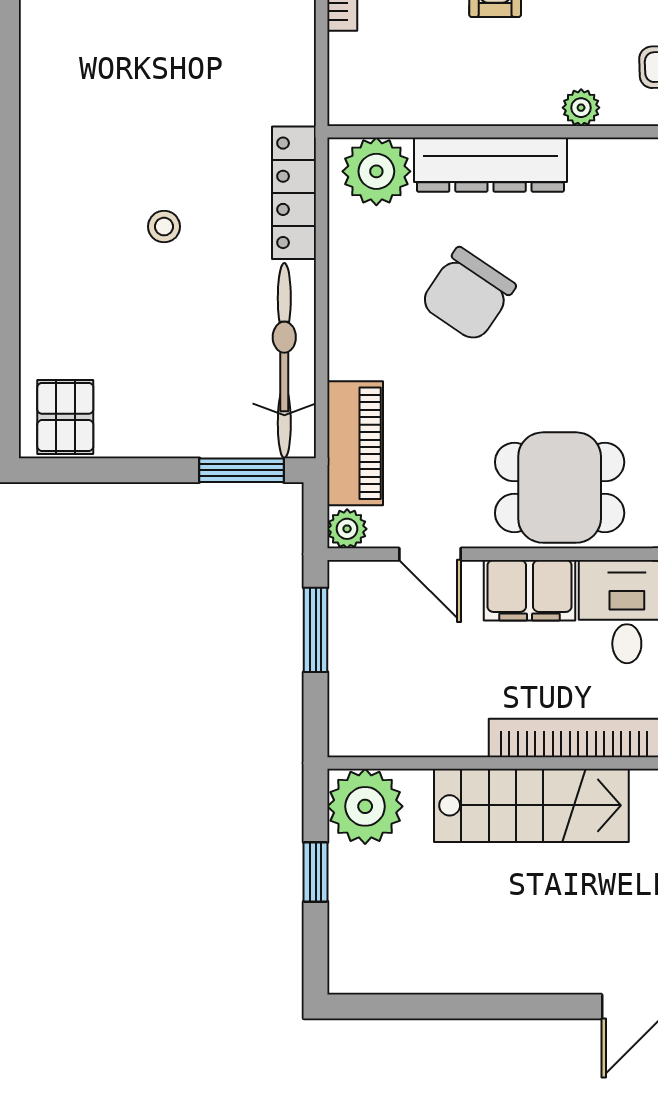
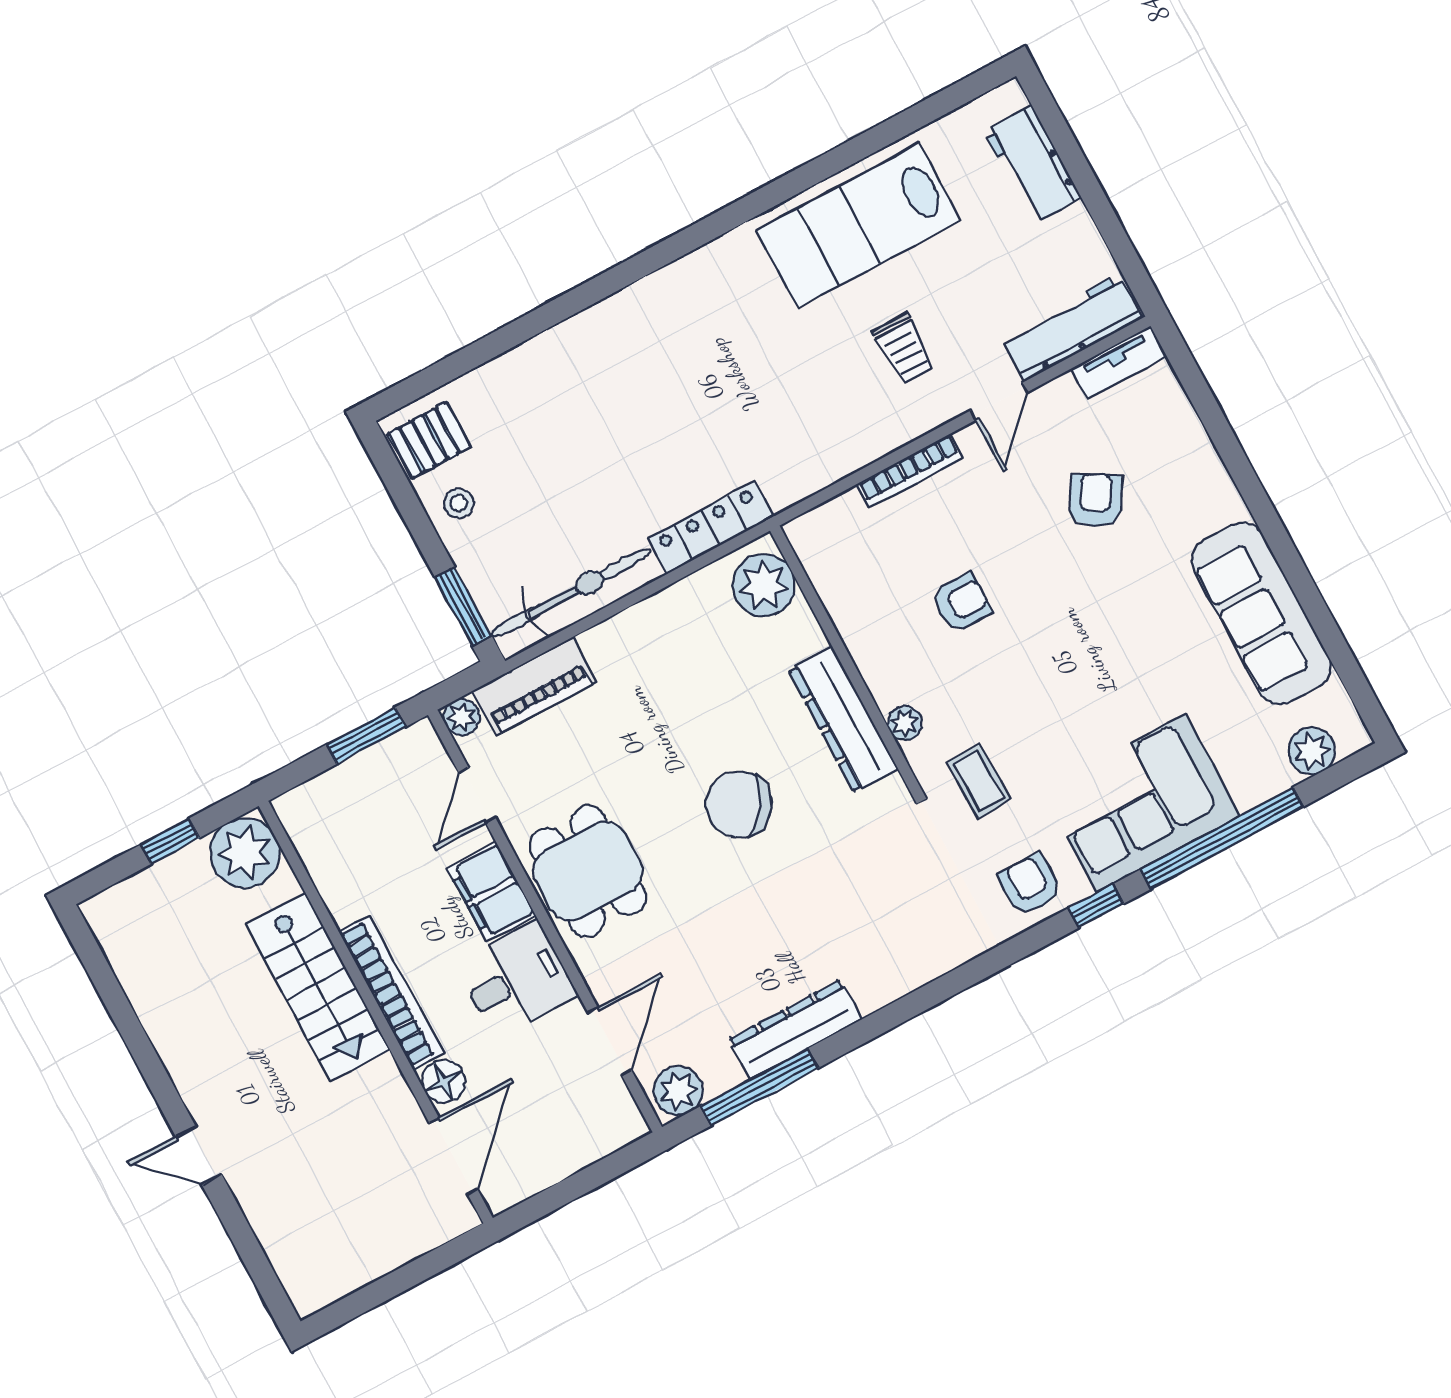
dresser: (490, 165) -> (843, 719), moved
stool: (164, 227) -> (459, 503), moved
chair: (468, 295) -> (739, 804), moved

